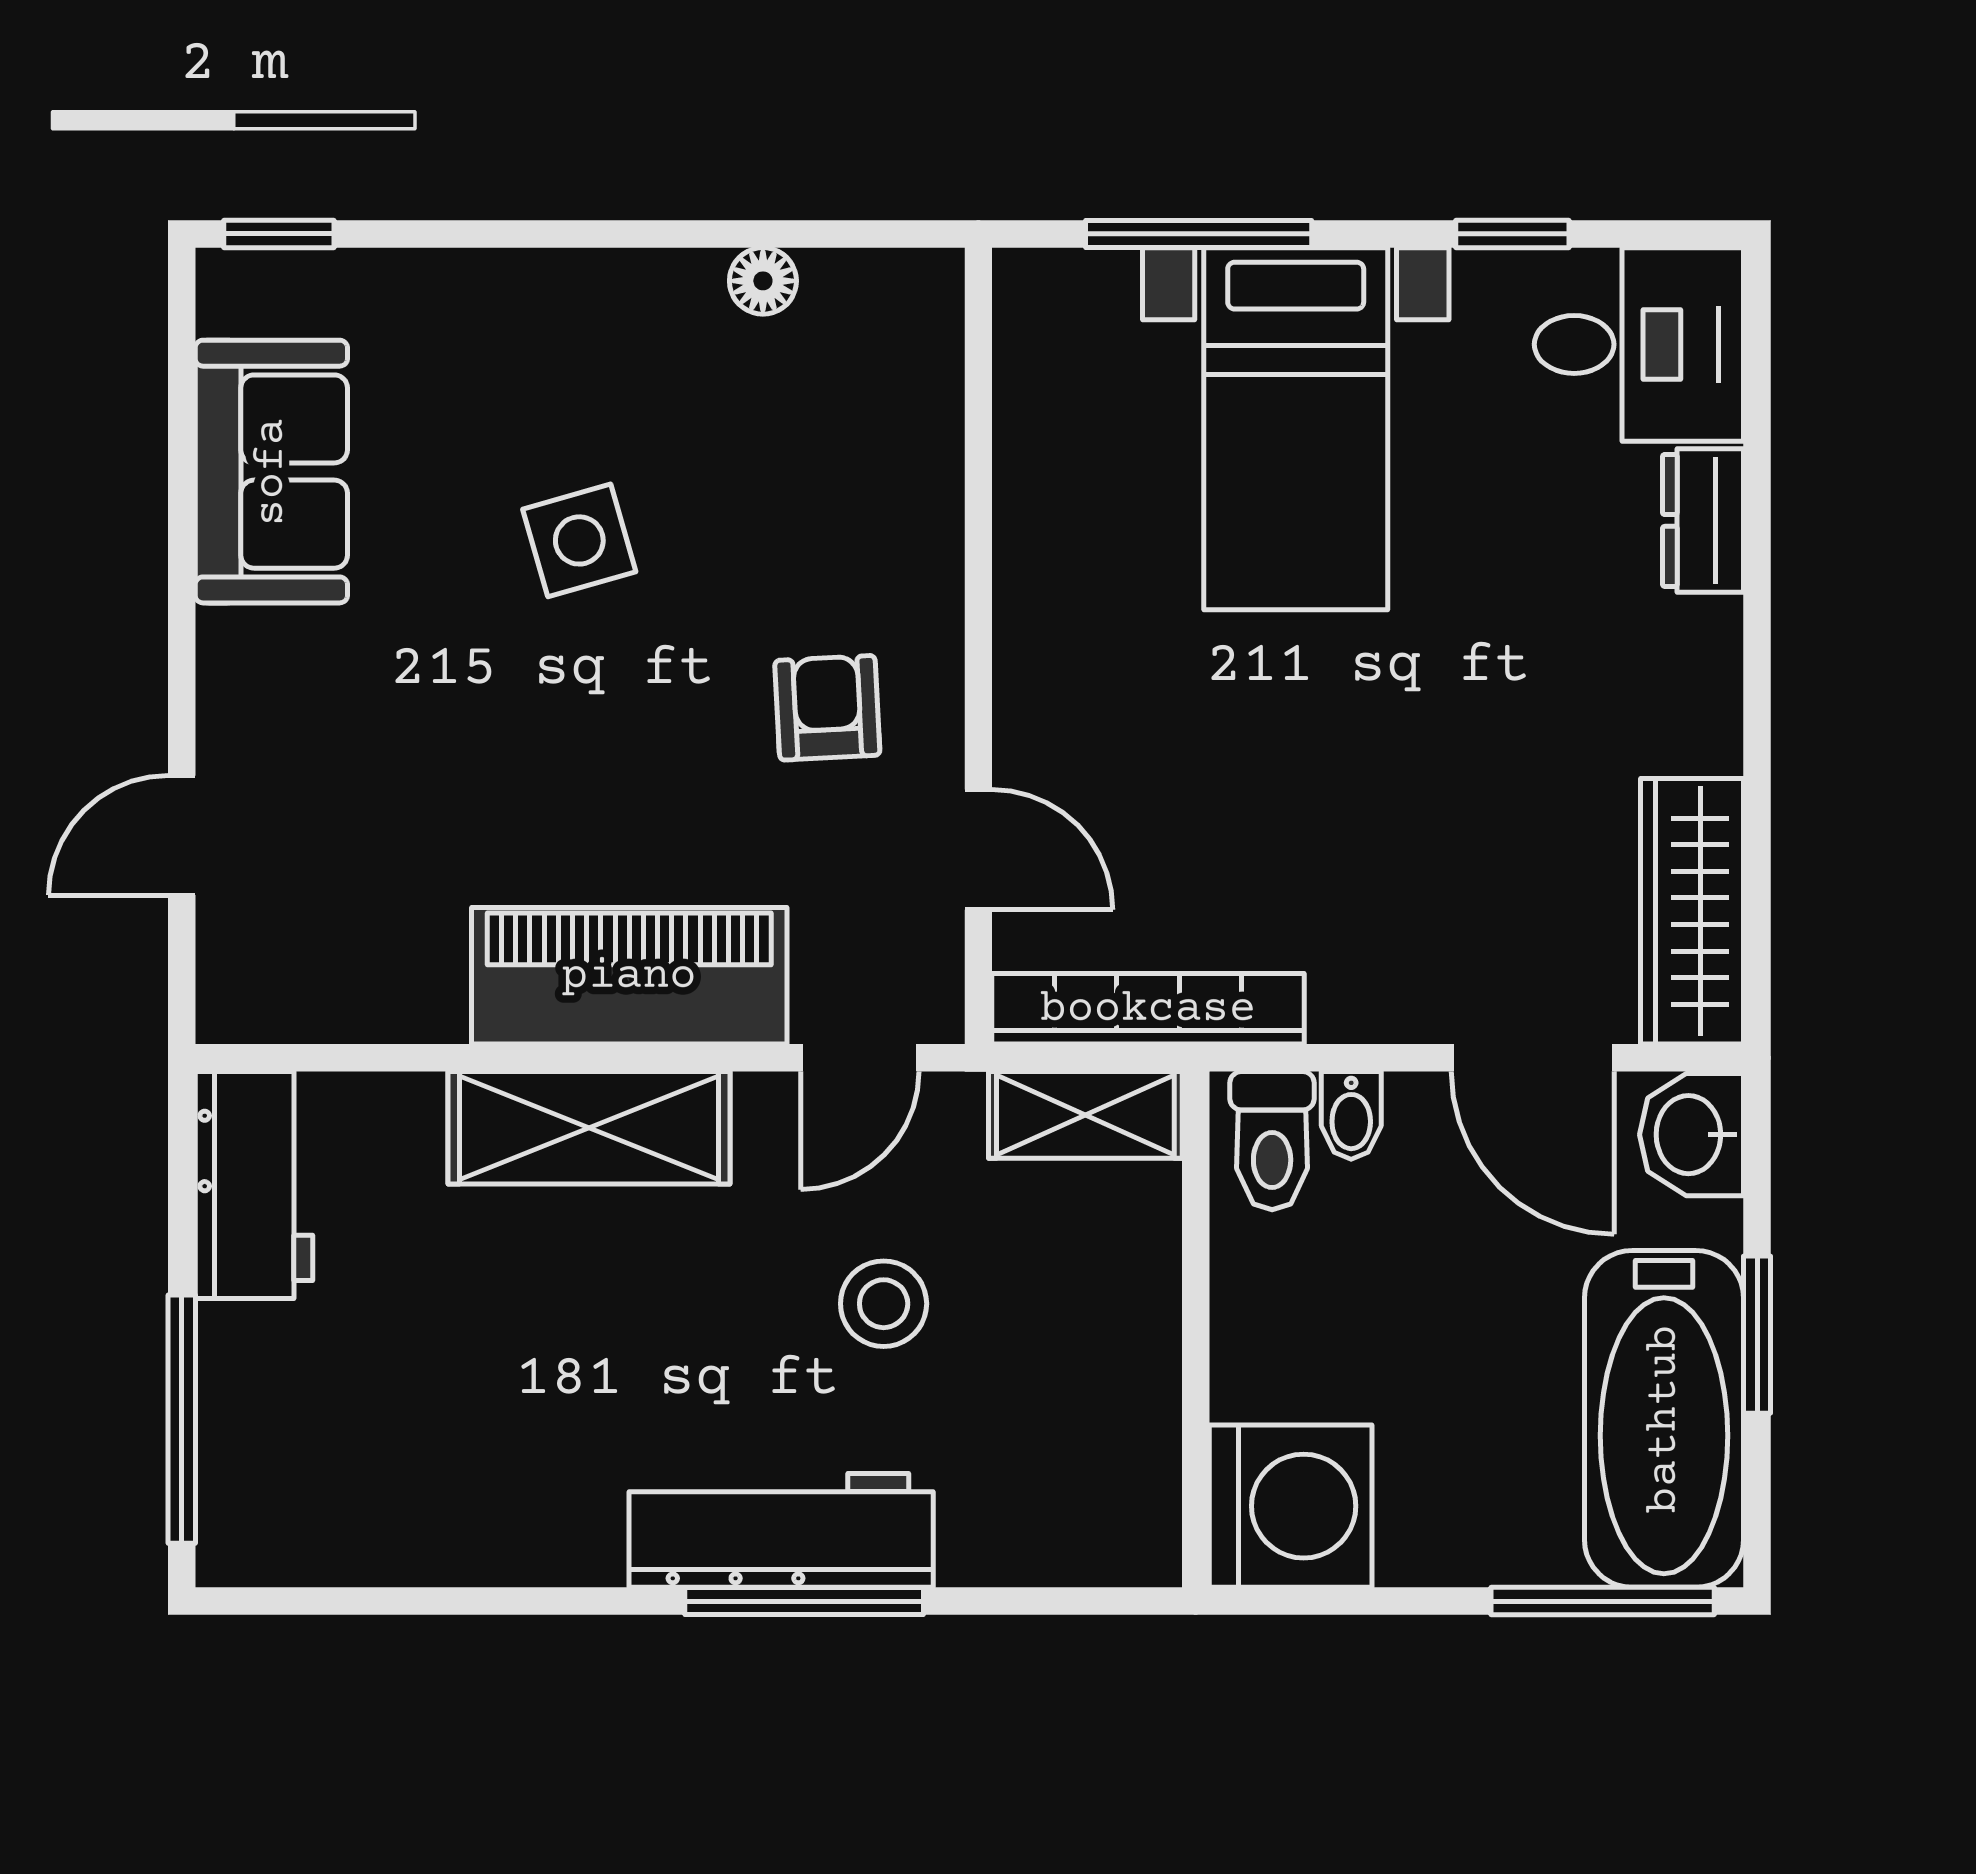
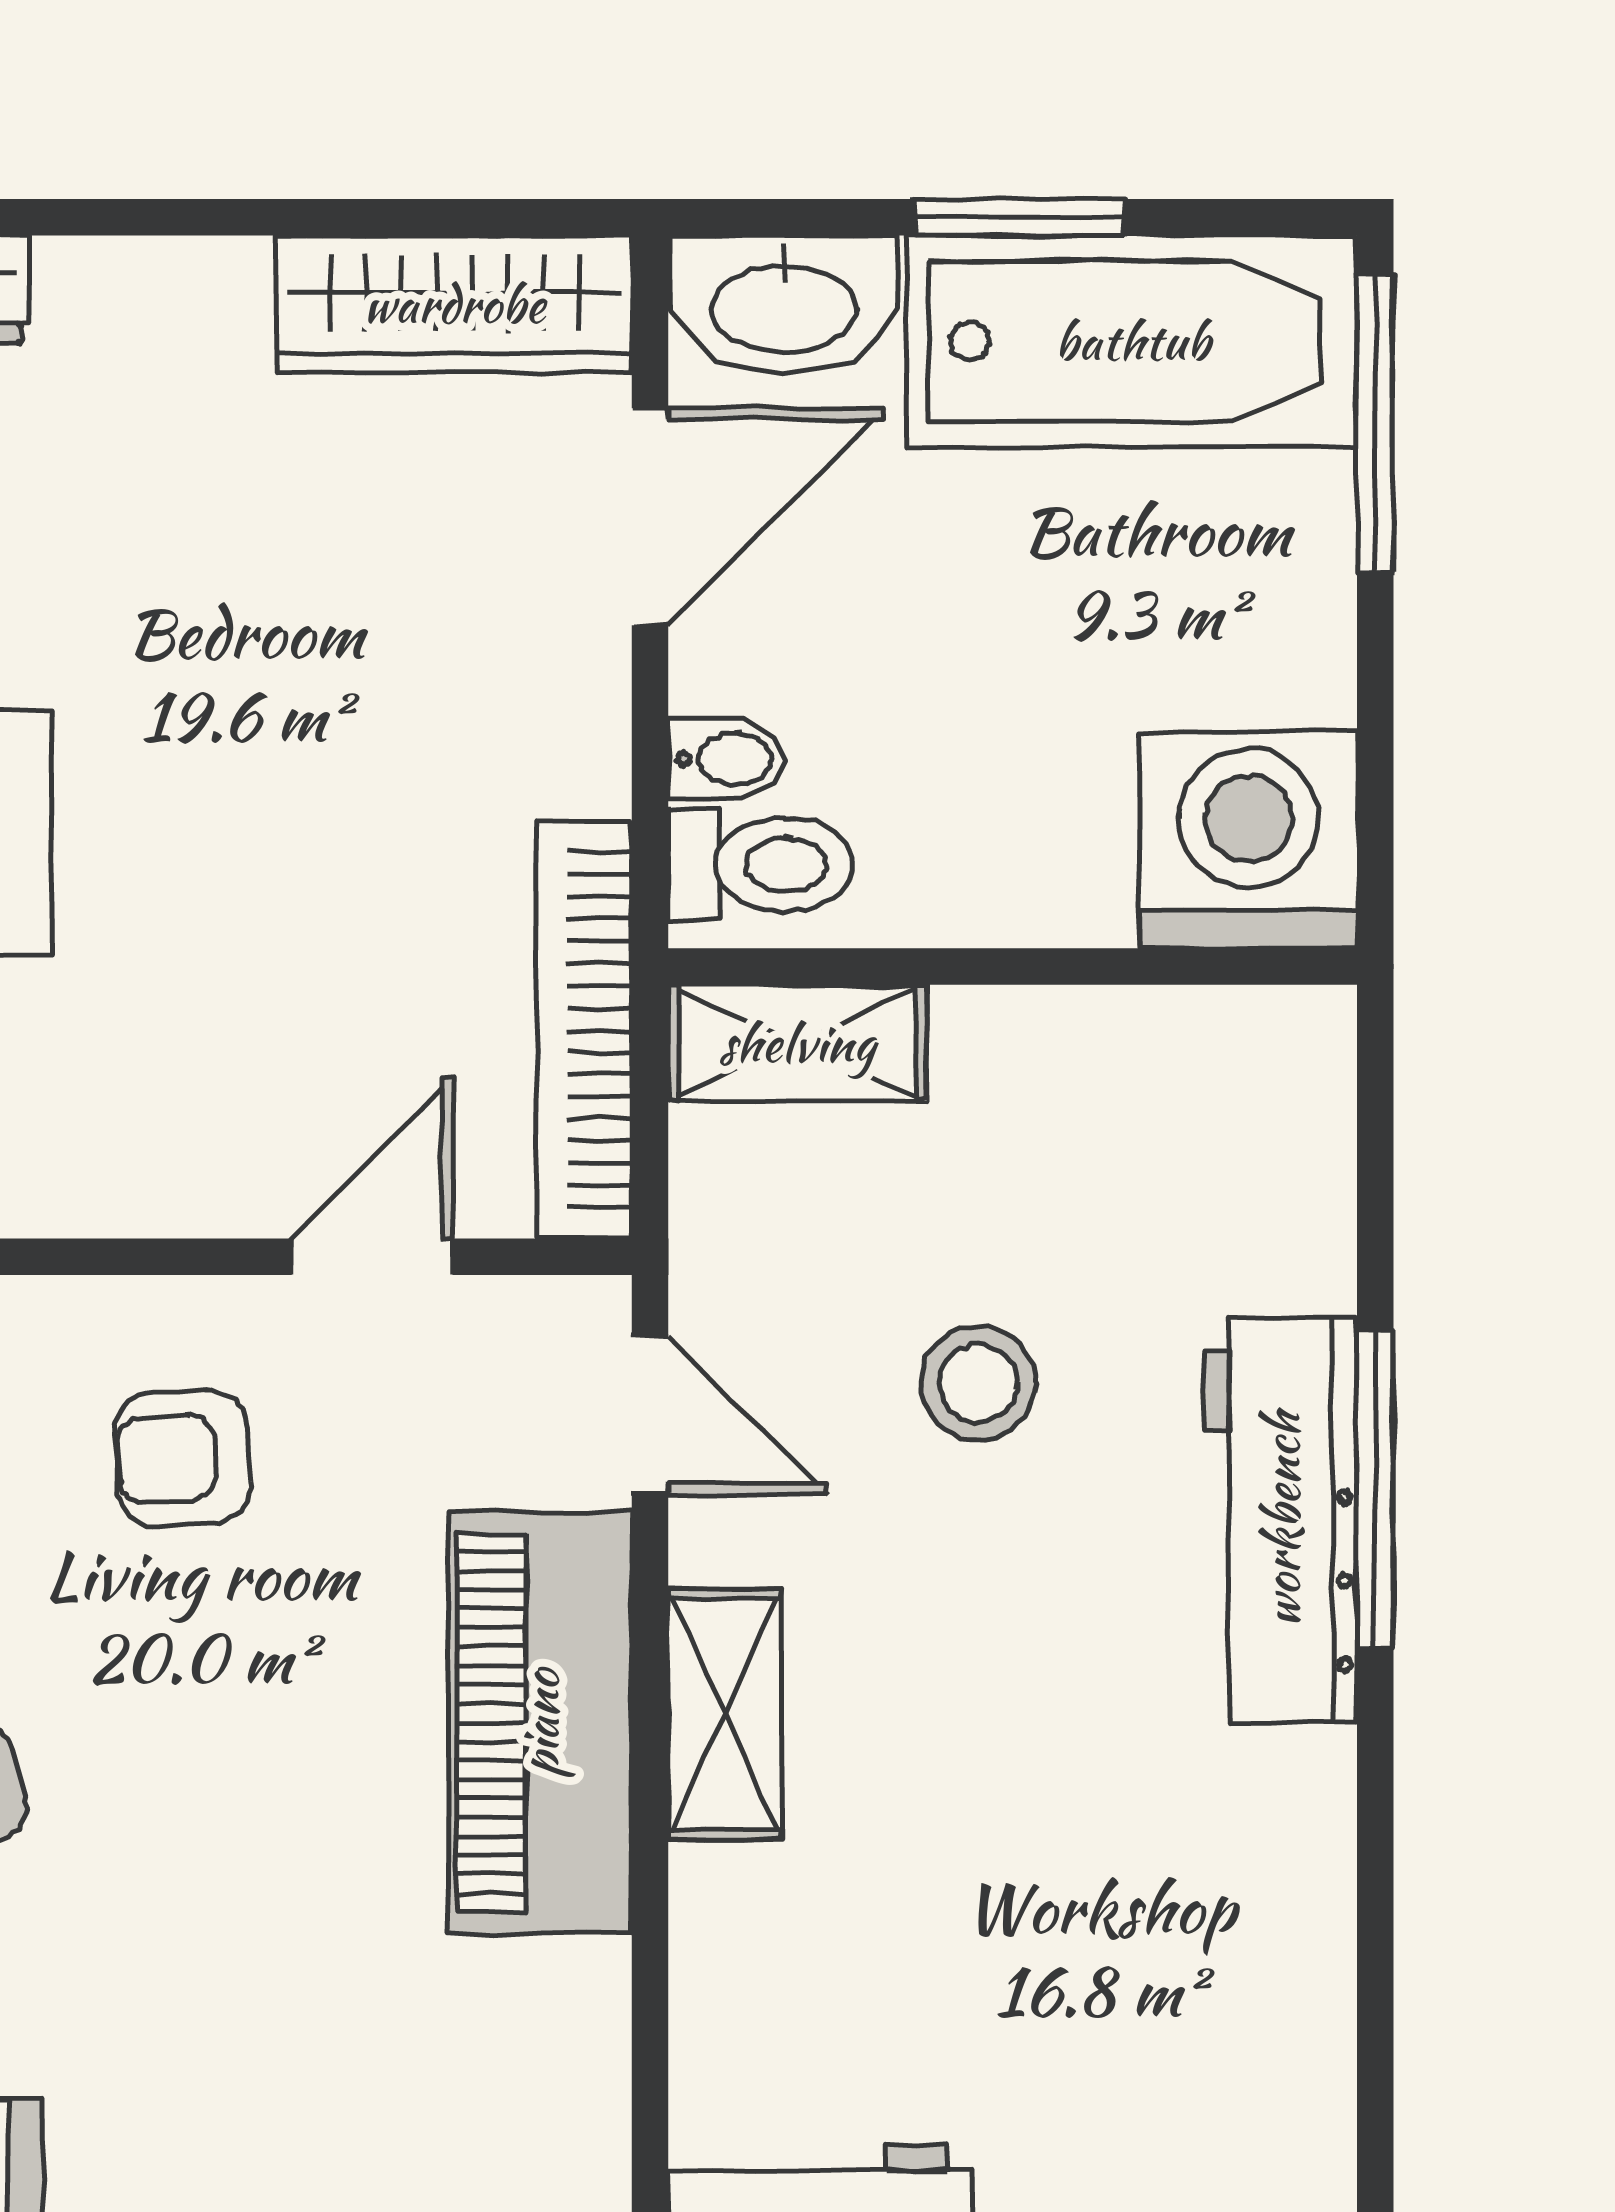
shelving: (1085, 1115) -> (797, 1043), moved, turned 90
shelving: (589, 1128) -> (725, 1714), width x0.67, depth x0.75
washbasin: (1692, 1135) -> (784, 305), width x1.38

